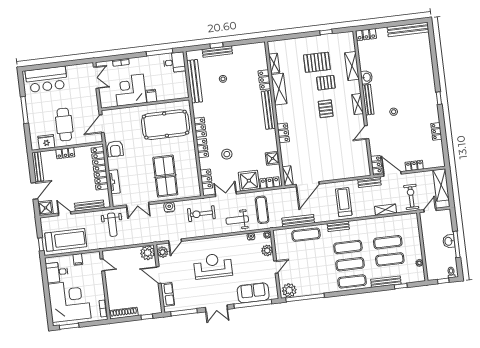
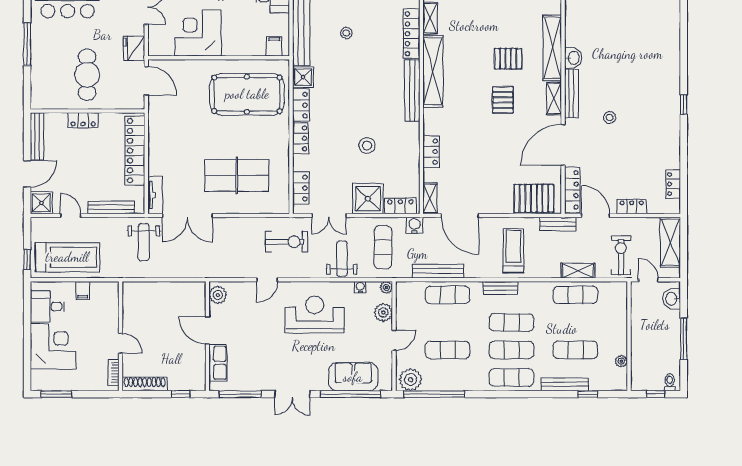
pallet: (317, 62) -> (534, 198), moved
shelving: (352, 66) -> (552, 48), width x1.47
locker: (264, 80) -> (412, 34), width x1.53
shelving: (279, 89) -> (433, 71), width x1.47
filing cabinet: (151, 96) -> (274, 46), moved
door: (102, 124) -> (146, 81), swing flipped
locker: (436, 131) -> (673, 184), moved
door: (367, 132) -> (563, 145), width x1.87
locker: (283, 133) -> (431, 152), moved
fridge: (46, 142) -> (134, 48), moved, turned -90
armchair: (115, 149) -> (163, 123), removed
stool: (227, 154) -> (367, 145), moved
shower: (273, 158) -> (303, 77), moved
locker: (376, 165) -> (572, 190), width x1.53
table tennis table: (165, 176) -> (237, 175), turned 90
tv unit: (114, 182) -> (155, 195), moved
door: (308, 184) -> (460, 215), hinge flipped
double door: (226, 194) -> (329, 215), swing flipped
double door: (138, 205) -> (187, 215), width x1.37
water cooler: (169, 207) -> (414, 225), moved
door: (430, 210) -> (648, 280), hinge flipped
exercise bike: (201, 214) -> (287, 242), turned 180
weight bench: (237, 220) -> (342, 259), turned 90
door: (175, 241) -> (267, 280), moved
washbasin: (449, 241) -> (672, 299), moved
exercise mat: (388, 242) -> (575, 295), moved
plant: (148, 253) -> (194, 293), removed
door: (102, 265) -> (121, 343), moved
reception desk: (213, 266) -> (315, 315), moved
exercise mat: (310, 269) -> (448, 350), added
corner desk: (69, 301) -> (53, 346), width x0.74, depth x0.74

